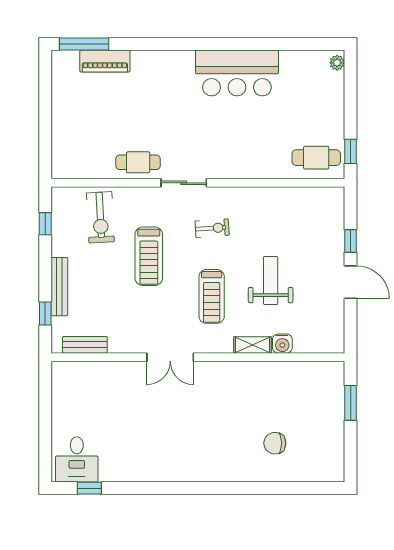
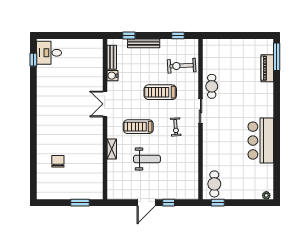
water cooler: (282, 344) -> (112, 76), moved

